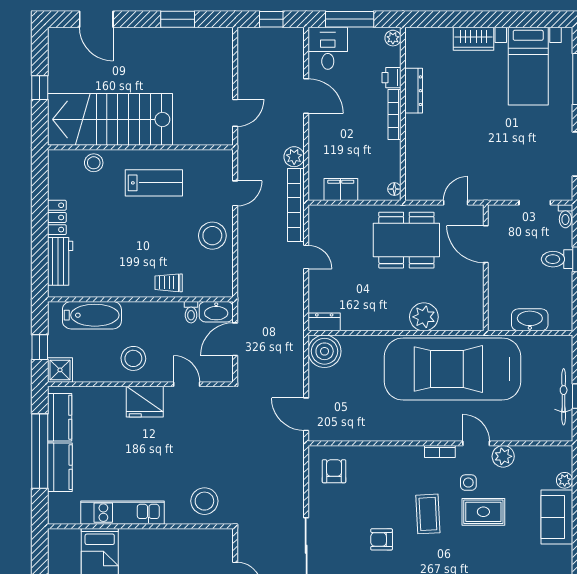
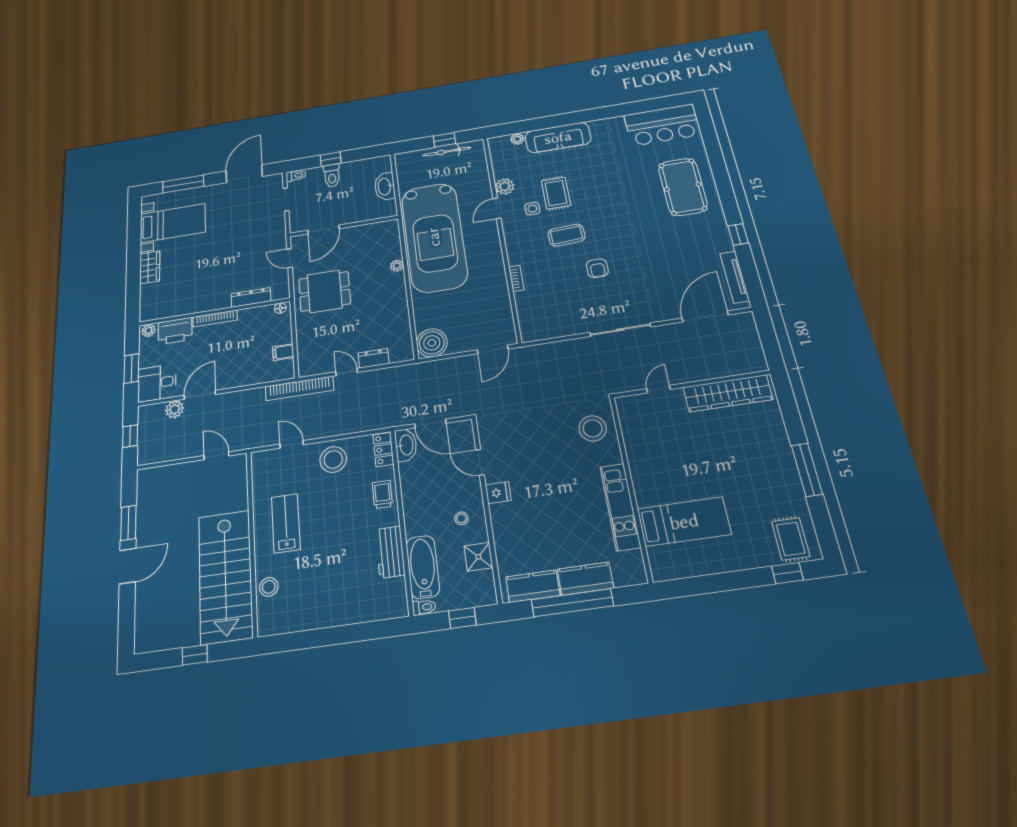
door: (96, 19) -> (128, 566), moved
window: (350, 19) -> (131, 369), width x0.69
printer: (392, 78) -> (175, 331), width x1.87, depth x1.48
dresser: (414, 91) -> (251, 297), moved
plant: (294, 157) -> (175, 409), moved
filing cabinet: (341, 190) -> (283, 352), width x0.50
locker: (57, 217) -> (383, 450), moved, turned -90
dining table: (406, 240) -> (325, 291), width x0.73
door: (306, 257) -> (347, 372), hinge flipped
workbench: (60, 261) -> (390, 552), moved, turned -90
trolley: (169, 283) -> (382, 494), turned 180
toilet: (191, 312) -> (424, 607), moved
plant: (424, 317) -> (397, 266), width x0.53, depth x0.53
dresser: (324, 322) -> (374, 358), moved, turned 90
stool: (133, 358) -> (461, 518), width x0.53, depth x0.53
shower: (60, 370) -> (478, 557), moved
door: (187, 384) -> (480, 462), hinge flipped
fridge: (145, 402) -> (498, 493), width x0.53, depth x0.75
bookcase: (440, 452) -> (516, 278), moved
armchair: (334, 471) -> (542, 317), removed
sofa: (557, 517) -> (558, 138), width x1.36

